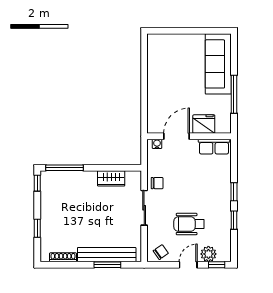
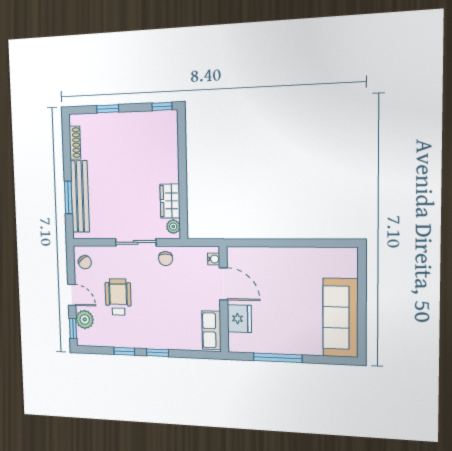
sofa: (218, 64) -> (340, 318), moved, turned -90
window: (65, 168) -> (182, 141), removed
plant: (131, 176) -> (173, 227), added

